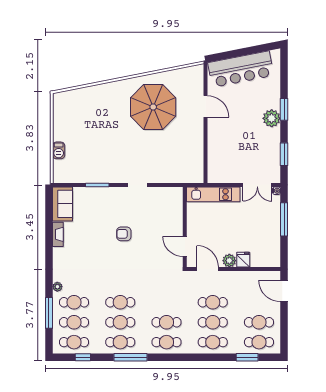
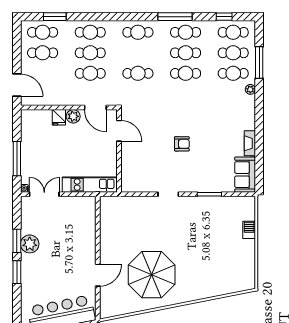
door: (205, 106) -> (98, 275), swing flipped
plant: (272, 118) -> (30, 244), moved
window: (284, 154) -> (17, 241), moved
cafe table: (166, 322) -> (138, 73), moved

